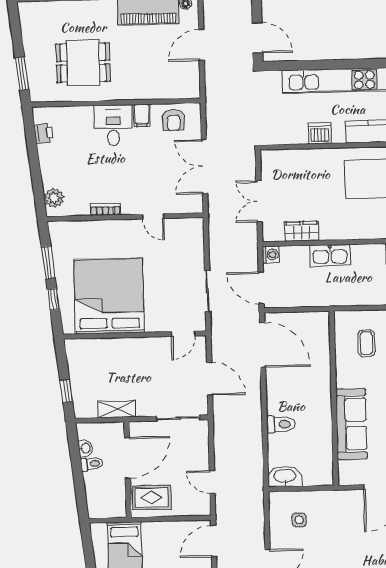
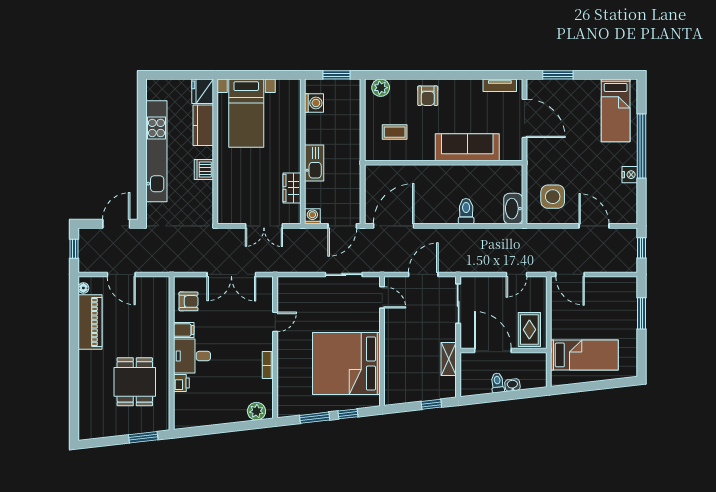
printer: (44, 133) -> (181, 383), moved, turned 97
washbasin: (85, 448) -> (512, 385), moved
side table: (299, 520) -> (553, 197), width x1.87, depth x1.87

